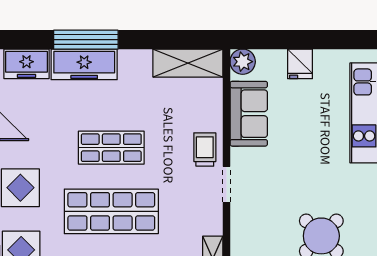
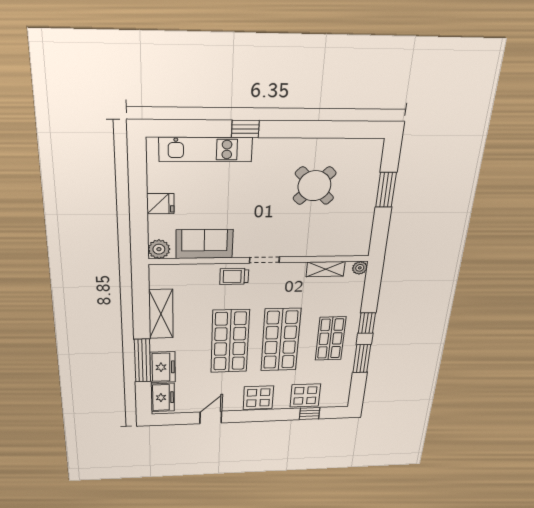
shelving: (188, 63) -> (161, 314), moved
freezer: (84, 64) -> (163, 367), width x0.71
shop shelf: (111, 148) -> (230, 341), width x1.43, depth x1.36

